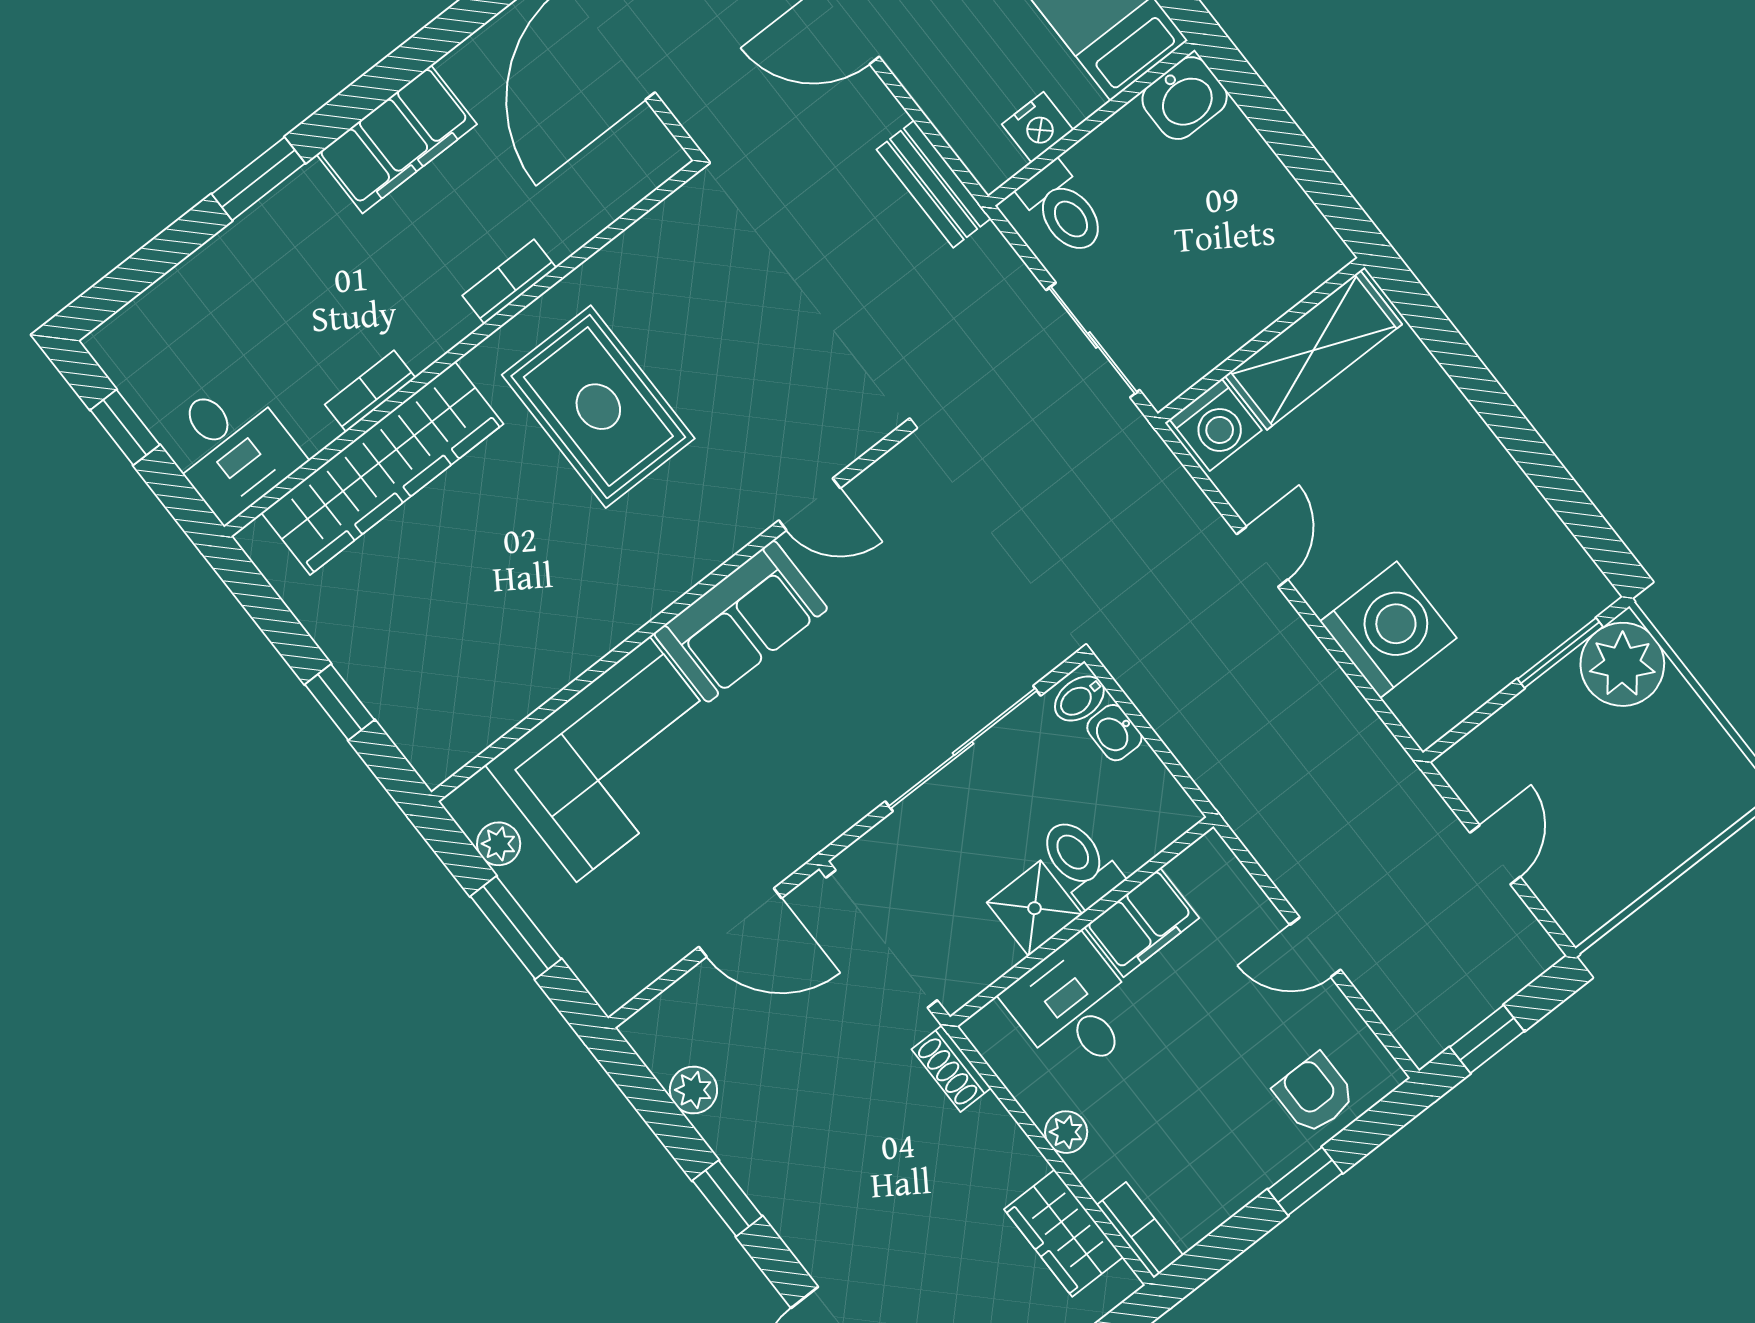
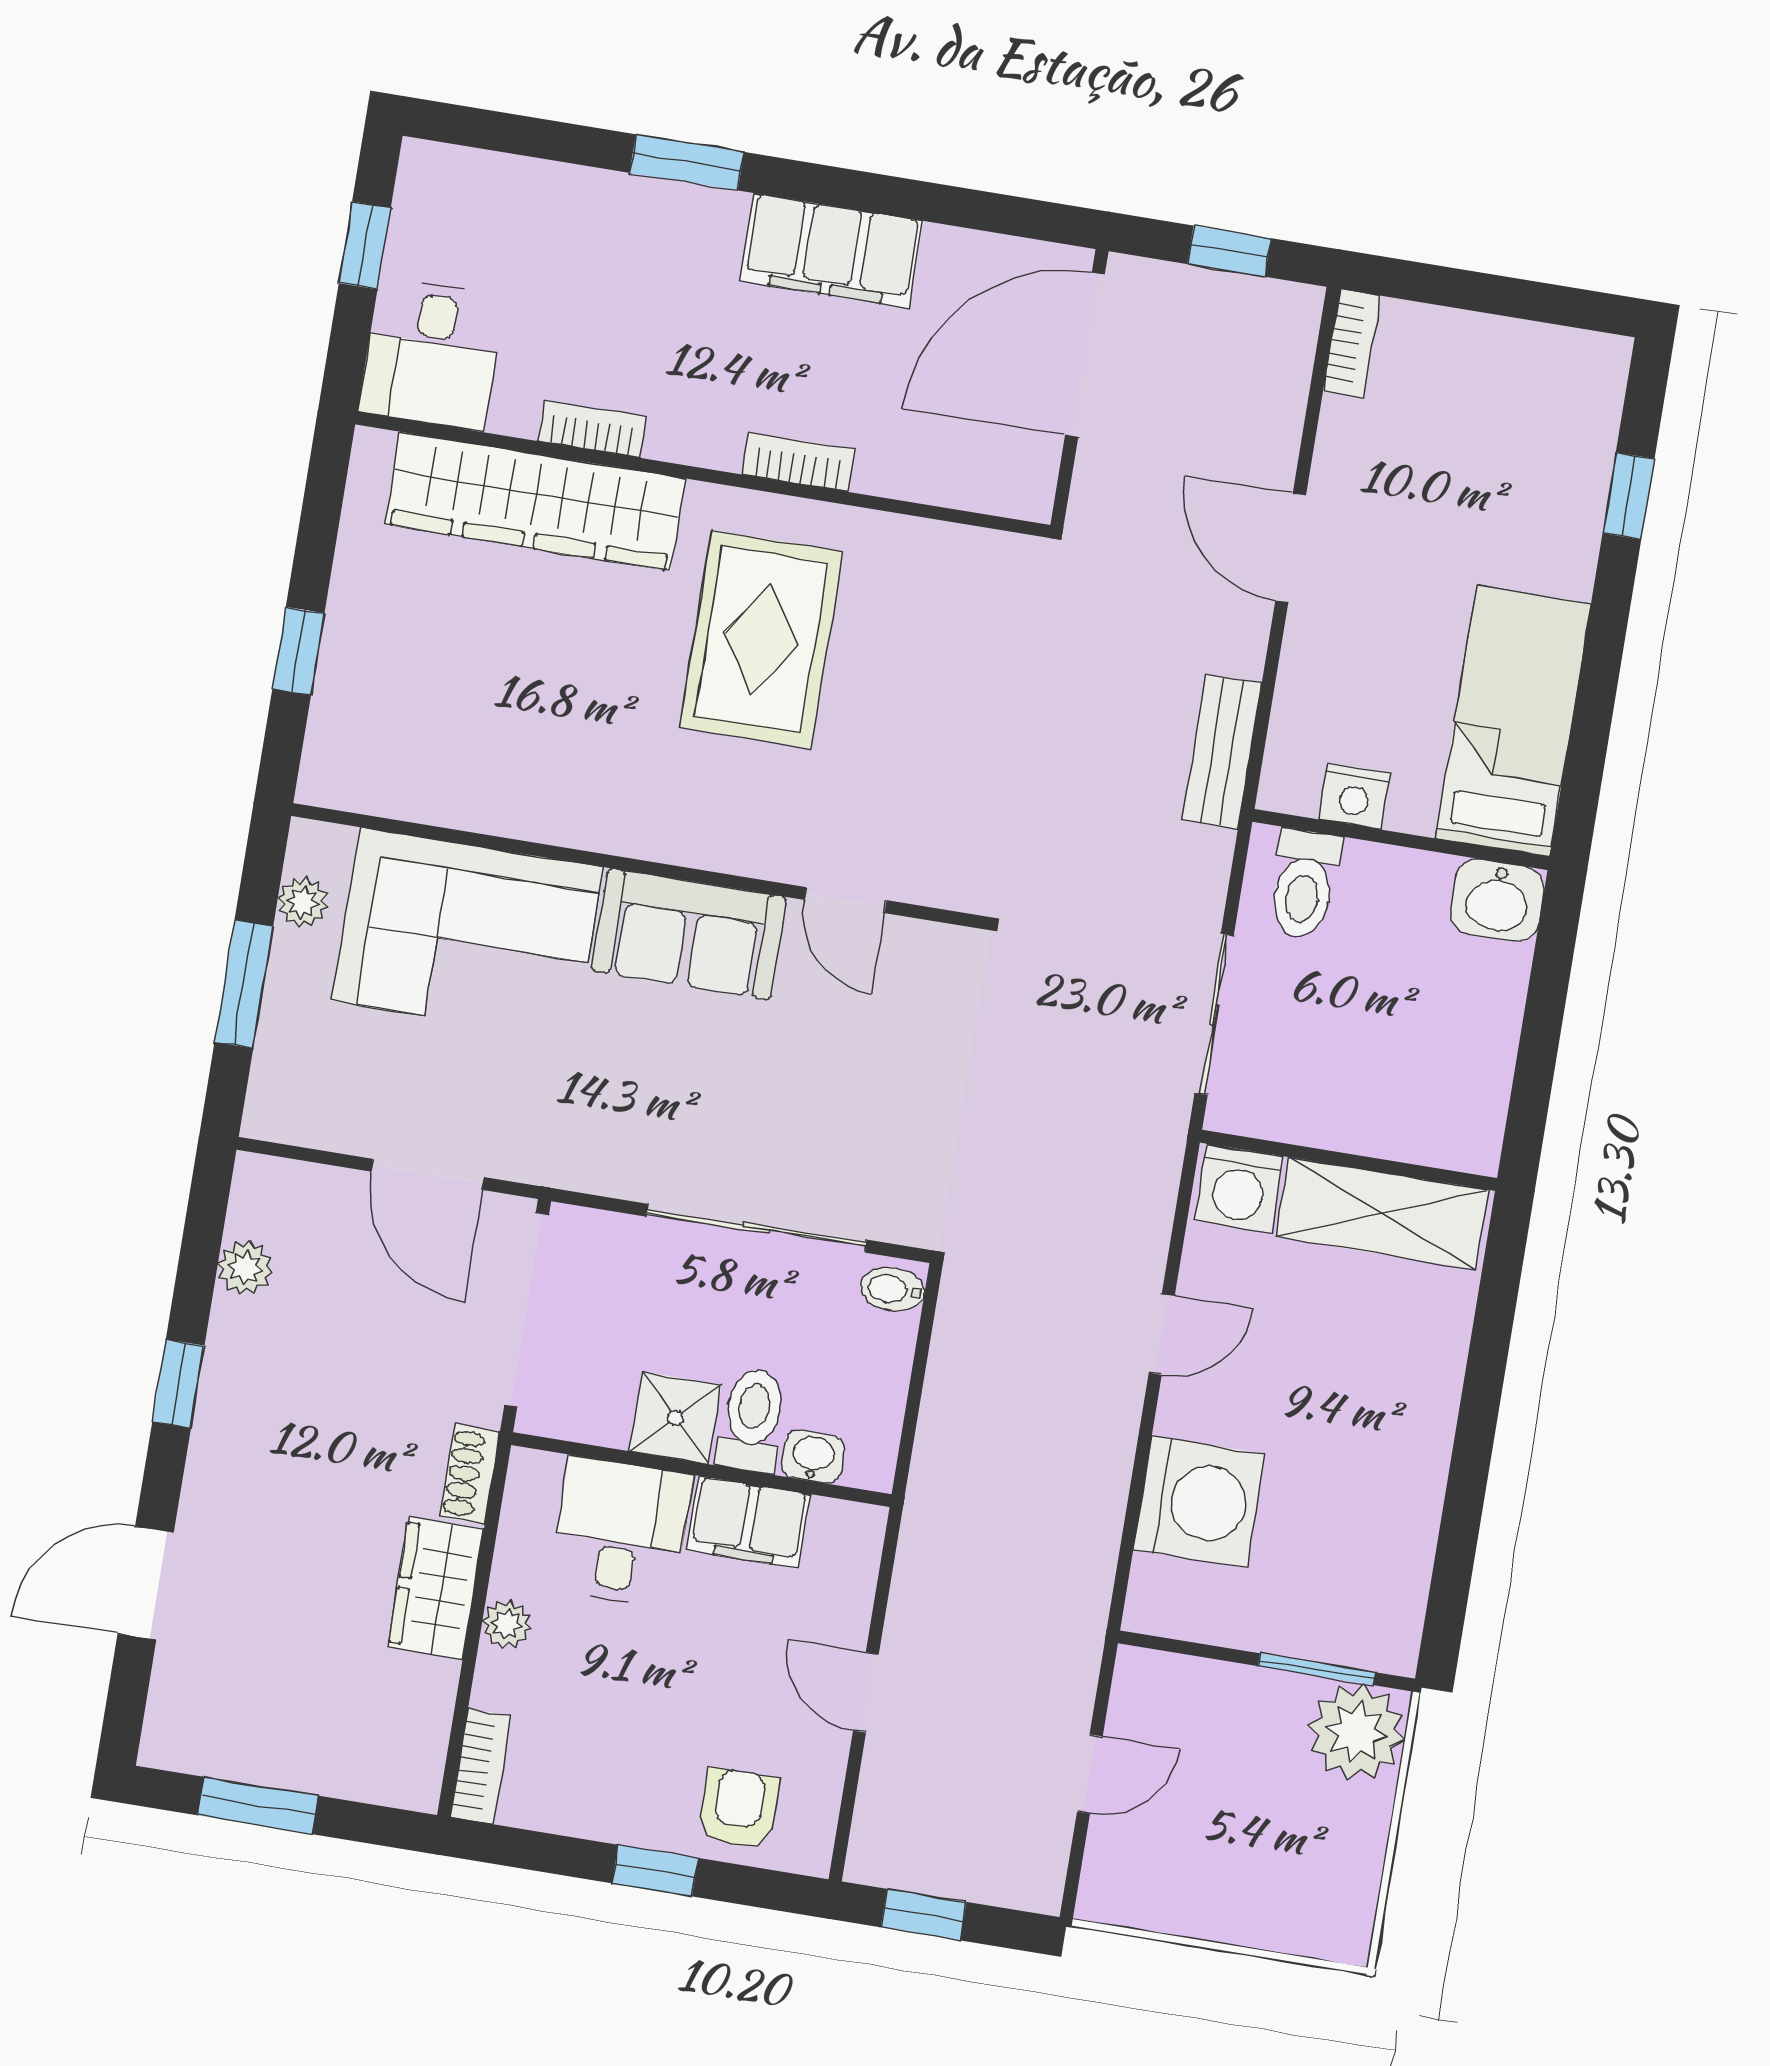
washbasin: (1114, 733) -> (813, 1457), moved, turned 90
wardrobe: (1064, 1233) -> (436, 1588), moved

